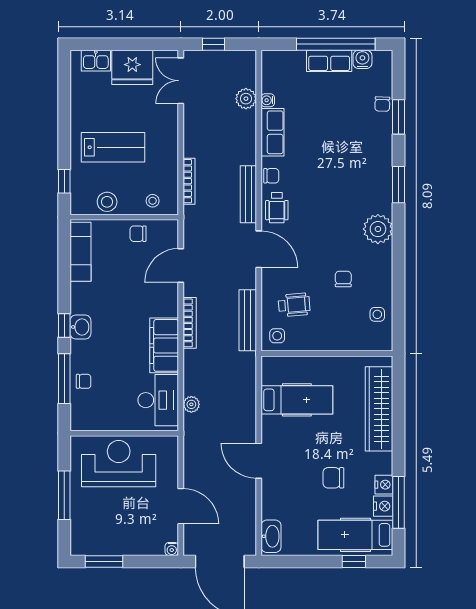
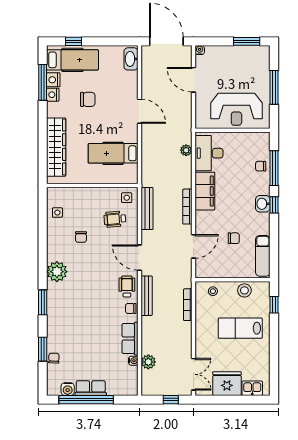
chair: (138, 234) -> (234, 238), moved

